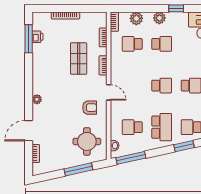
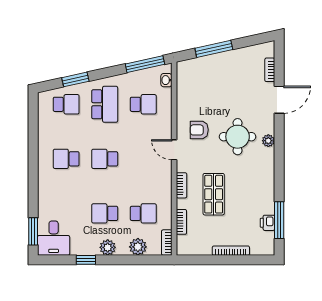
school desk: (162, 127) -> (105, 104), turned 180
round table: (87, 141) -> (238, 137), moved

